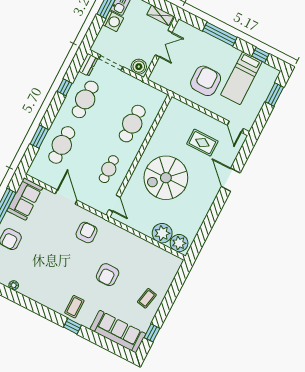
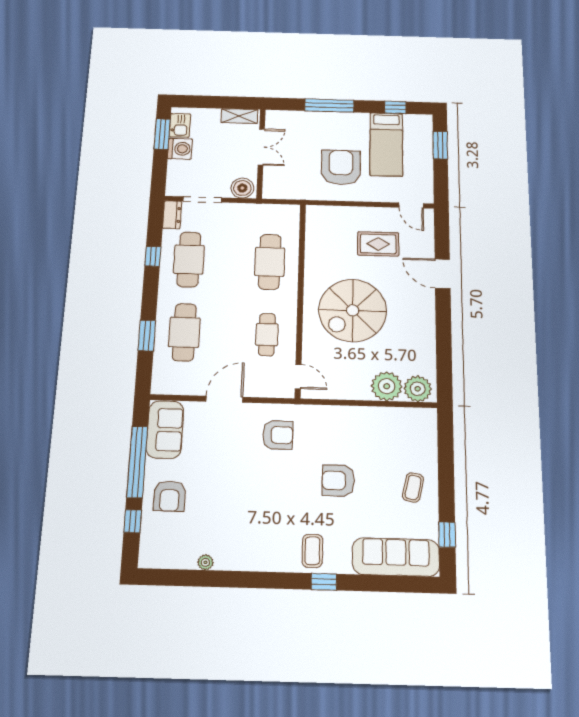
door: (66, 197) -> (224, 399), hinge flipped
armchair: (87, 232) -> (278, 435), turned 92
armchair: (108, 275) -> (338, 481), turned 90

